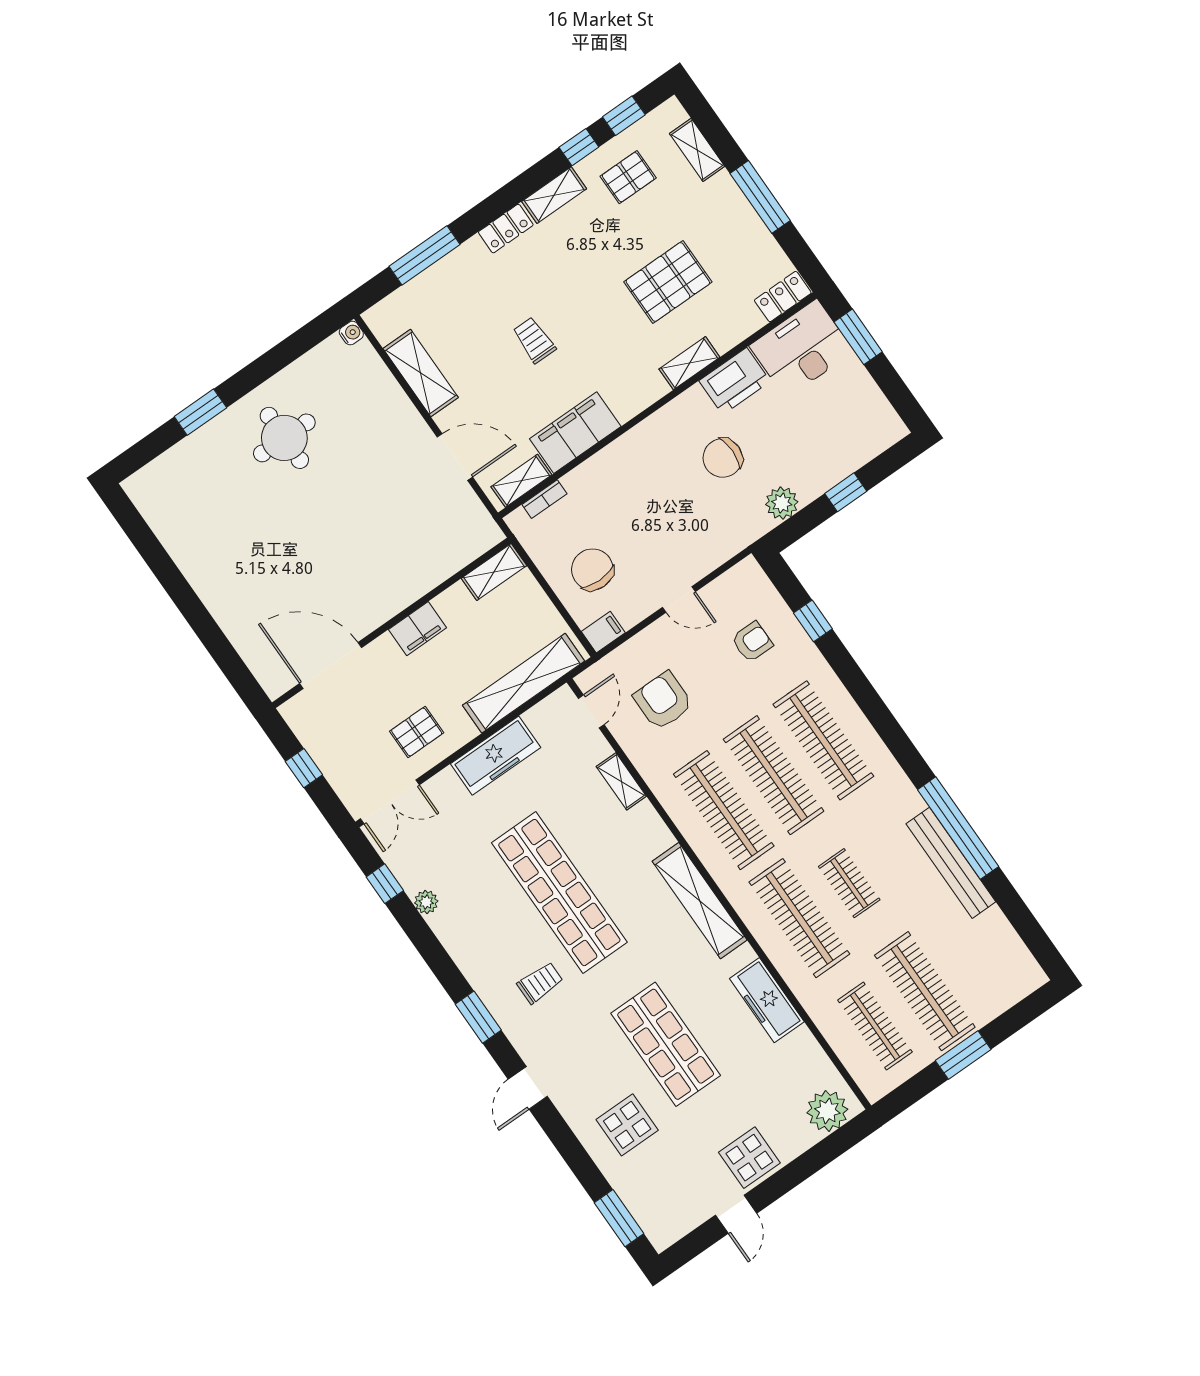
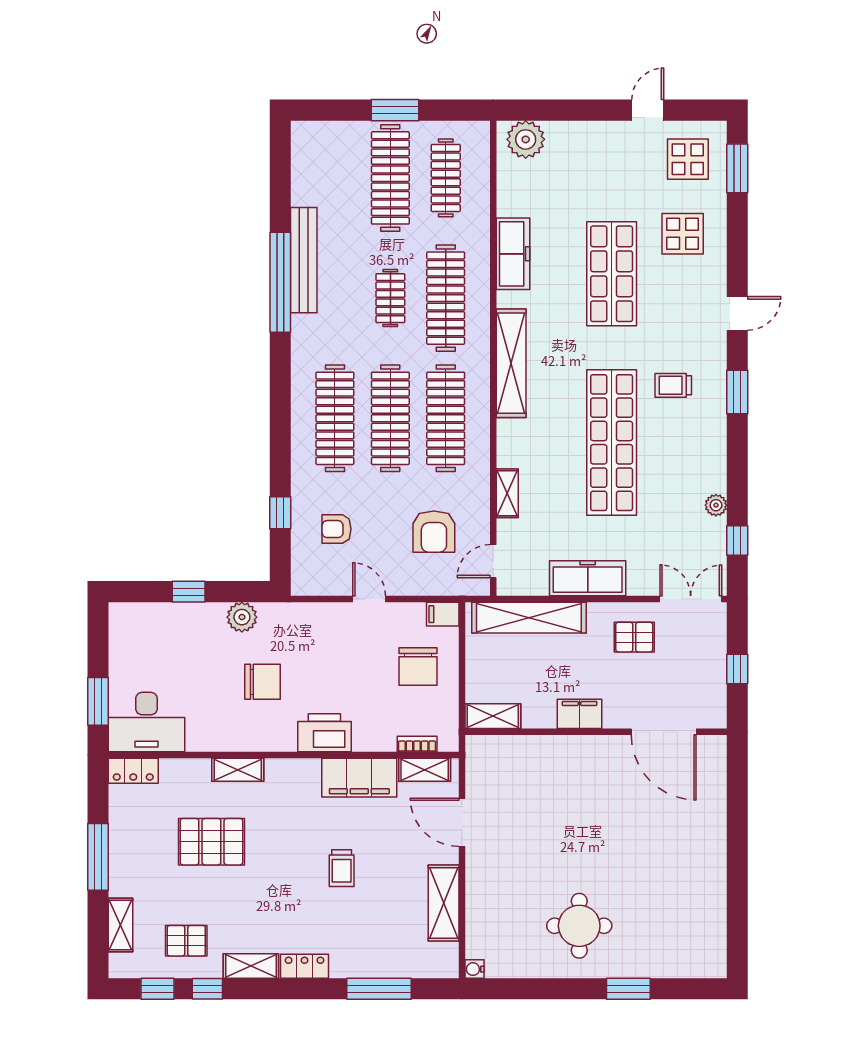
printer: (735, 381) -> (324, 733), moved
display table: (749, 1158) -> (688, 159), moved

